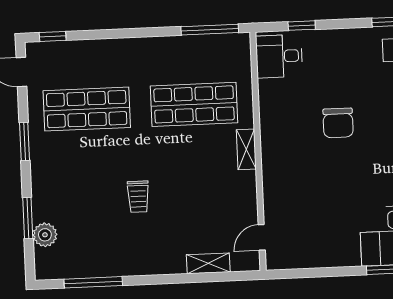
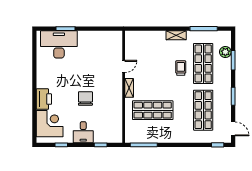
desk: (279, 56) -> (83, 132), moved, turned 90
shop shelf: (87, 109) -> (203, 110), turned 90
shop shelf: (91, 208) -> (203, 64), added
door: (262, 237) -> (124, 67), moved
shelving: (208, 263) -> (176, 35), moved

